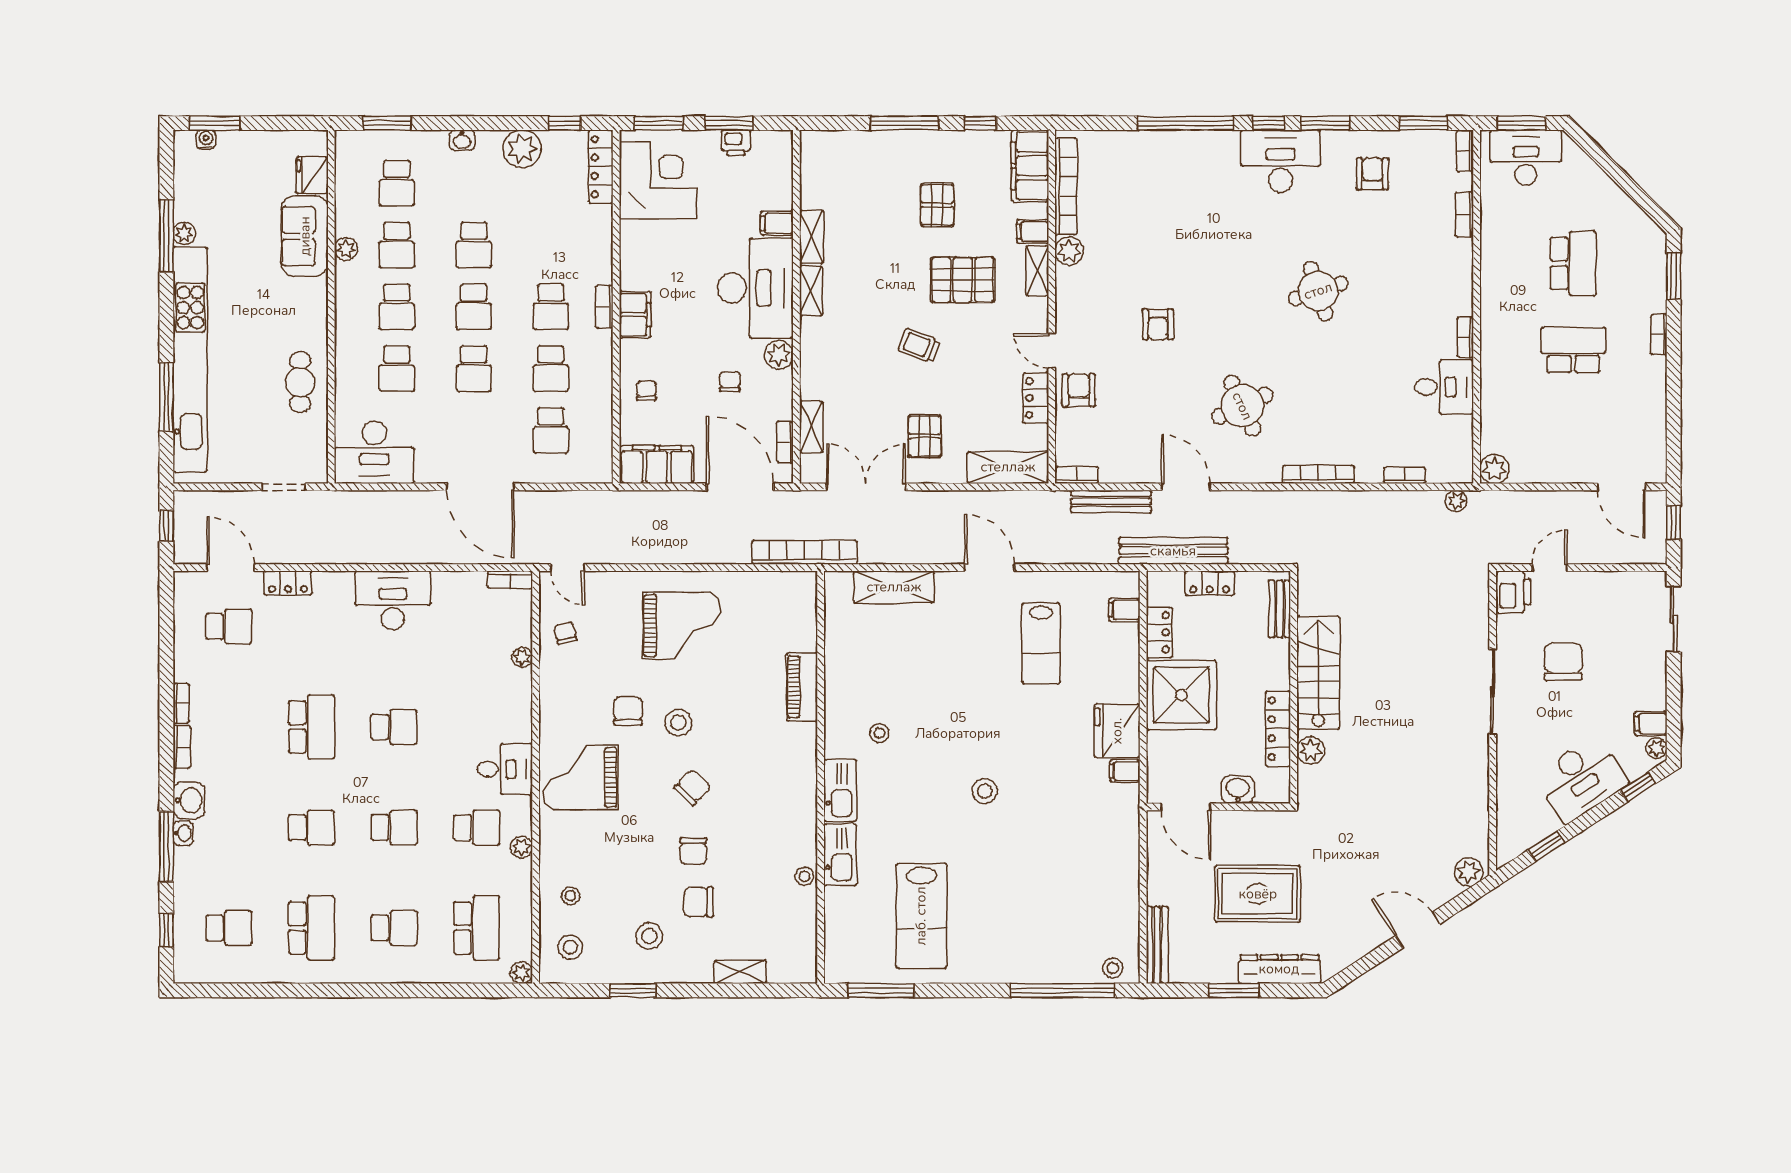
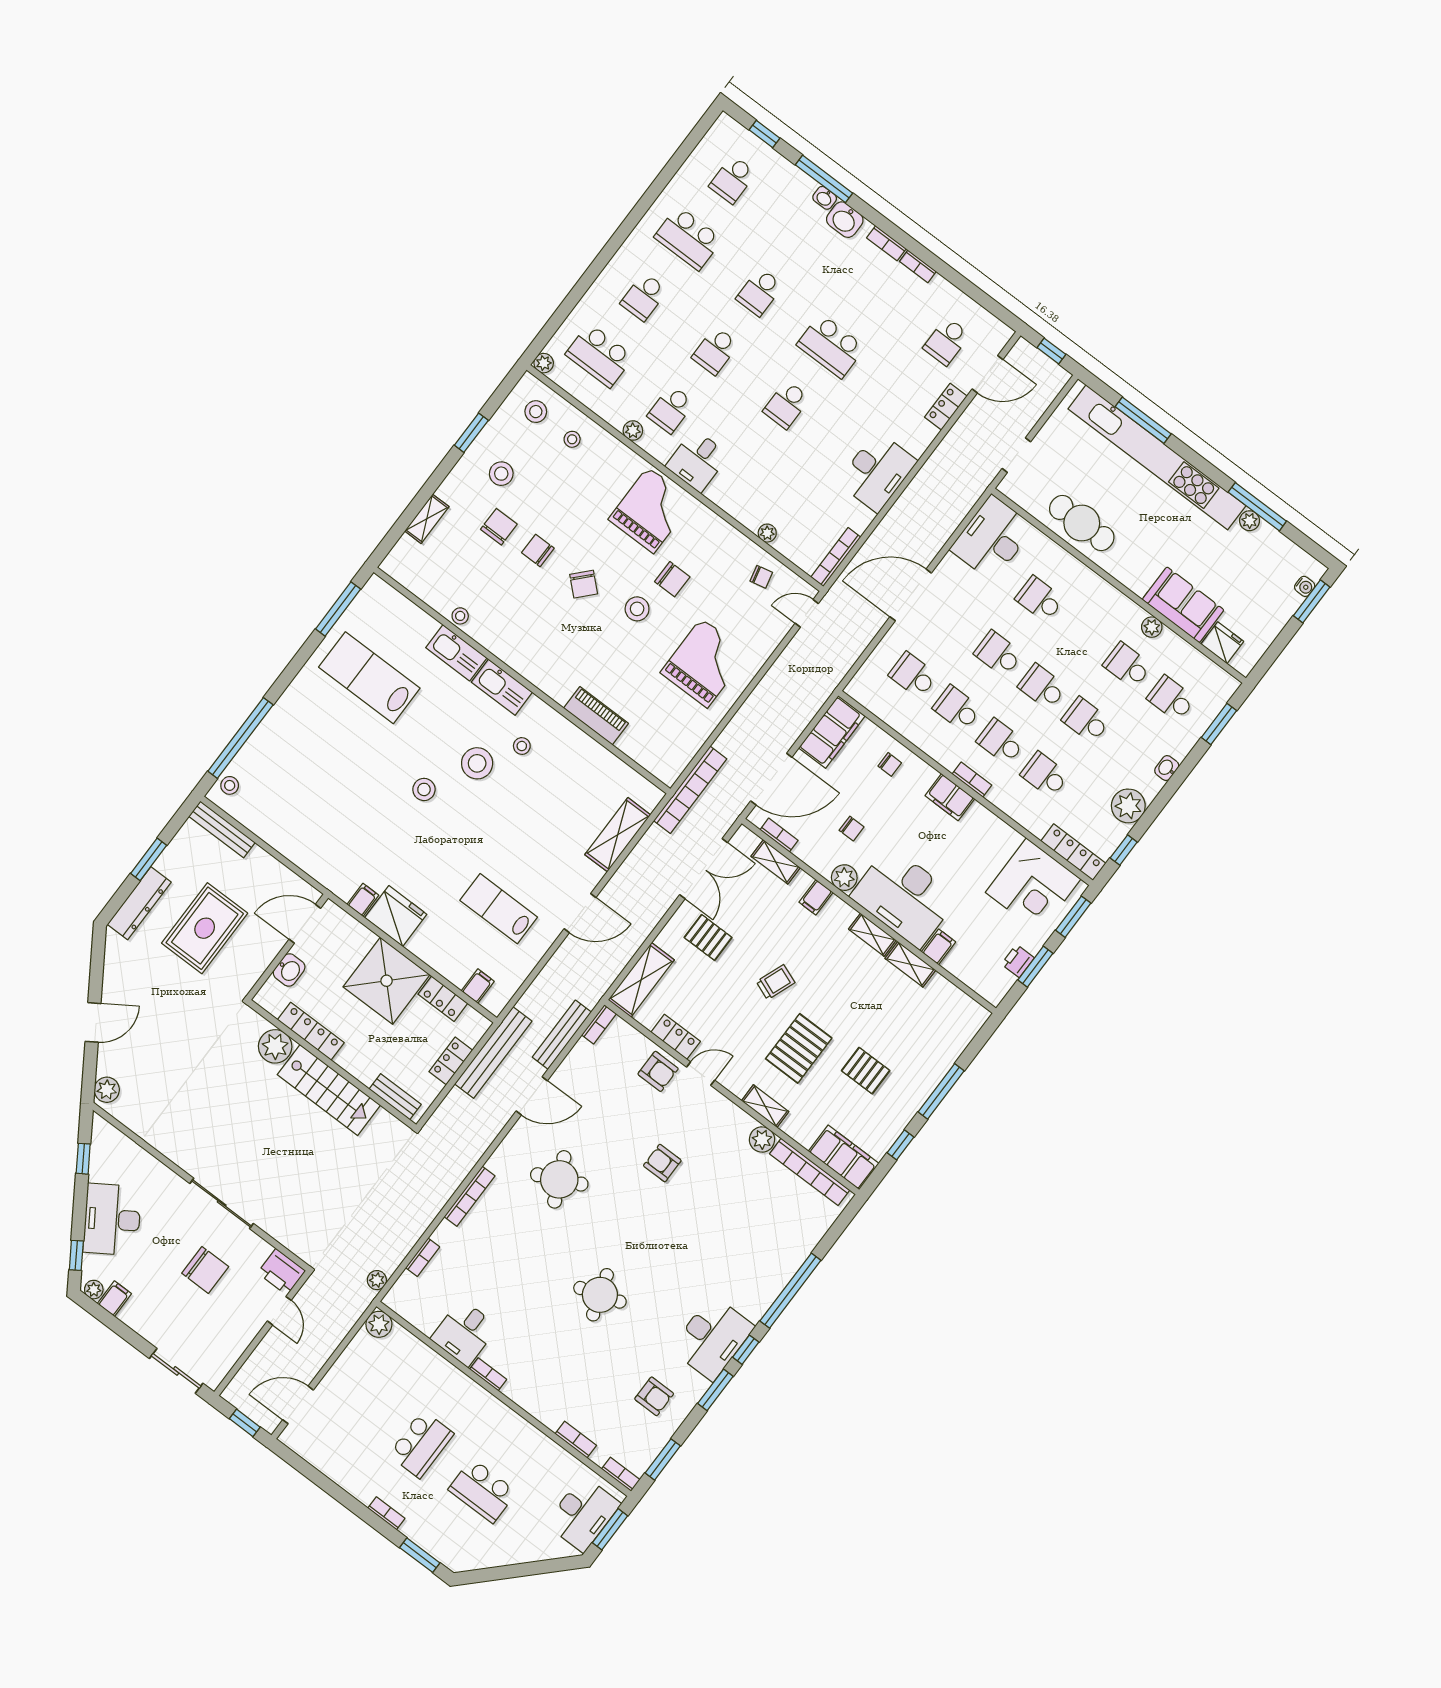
filing cabinet: (1032, 232) -> (816, 897), moved, turned 180
school desk: (397, 307) -> (1045, 775), moved
cafe table: (300, 382) -> (1082, 523), width x1.37, depth x1.35
bookcase: (510, 580) -> (836, 557), width x1.56
grand piano: (681, 626) -> (704, 663), turned 180
plant: (1311, 750) -> (275, 1046), width x1.36, depth x1.36
stool: (925, 761) -> (477, 763), added

